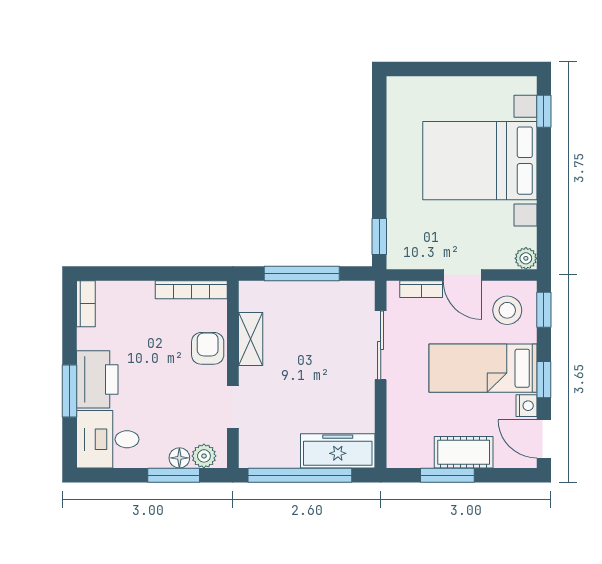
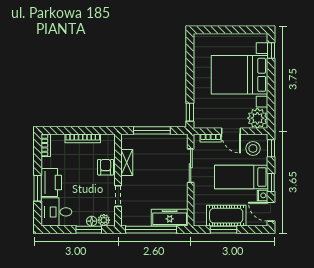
plant: (526, 258) -> (257, 118), width x1.87, depth x1.87
bookcase: (191, 290) -> (83, 138), moved
cot: (464, 452) -> (226, 216), width x1.37, depth x1.34

